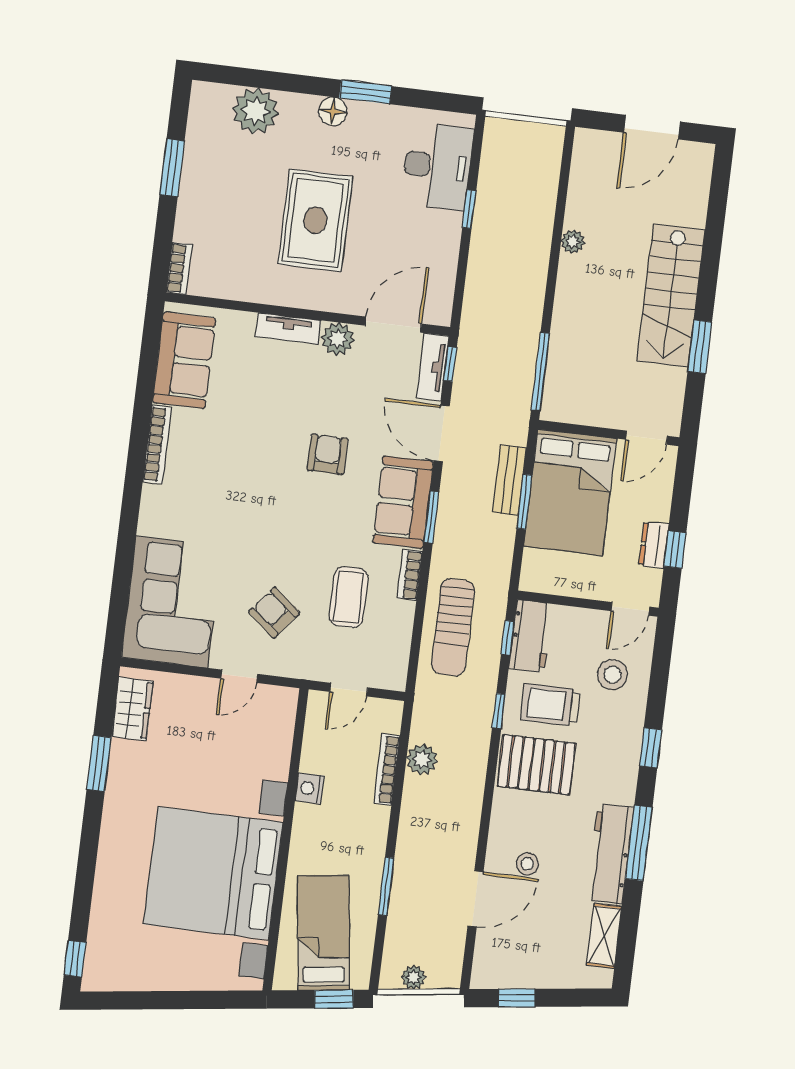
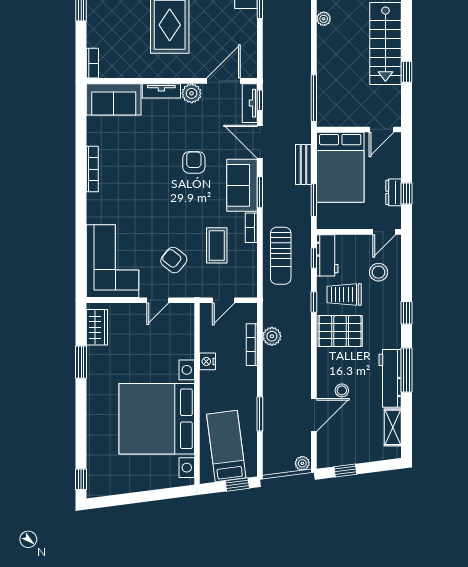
window: (700, 347) -> (406, 72), width x0.67
sofa: (184, 360) -> (114, 99), moved, turned 90
window: (524, 502) -> (314, 200), moved
plant: (413, 977) -> (302, 463), moved

